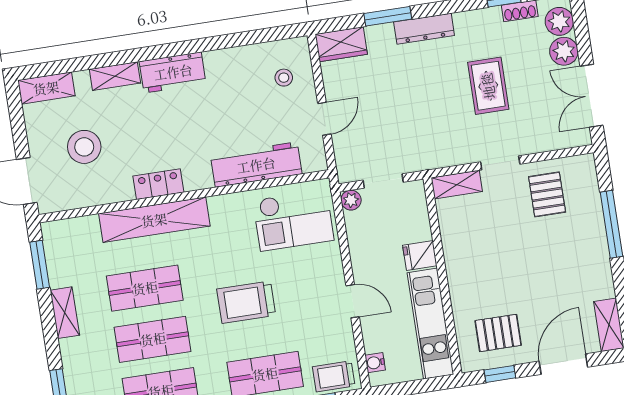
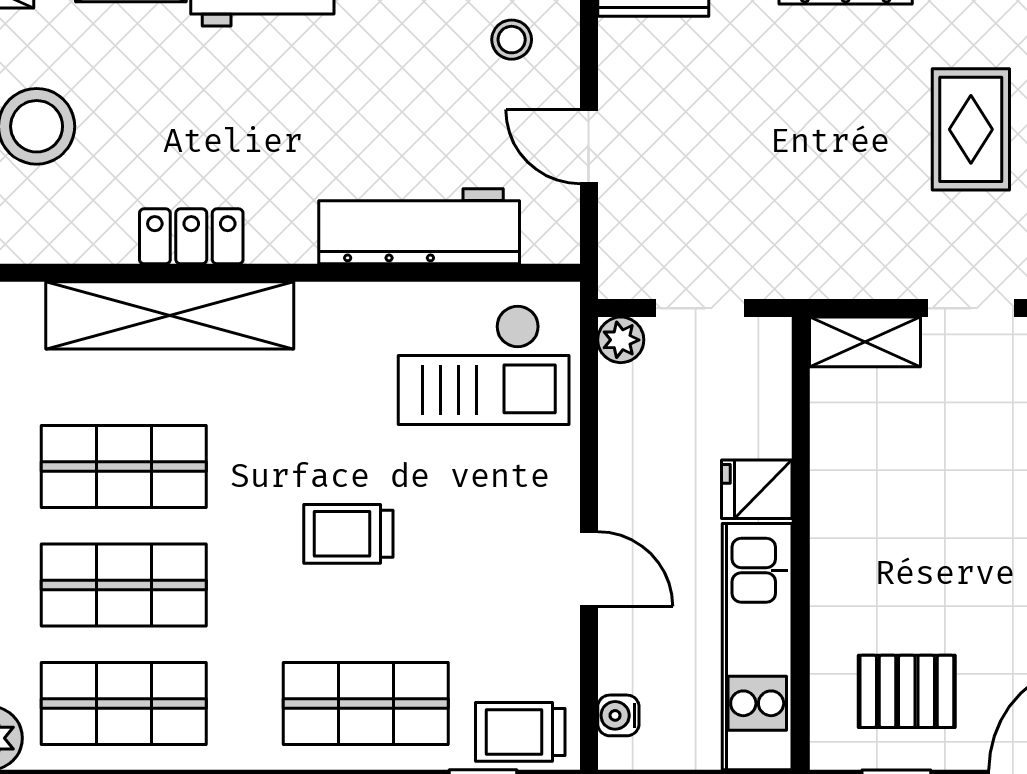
door: (324, 119) -> (589, 147), swing flipped
trolley: (246, 302) -> (348, 534), width x0.73, depth x0.72

